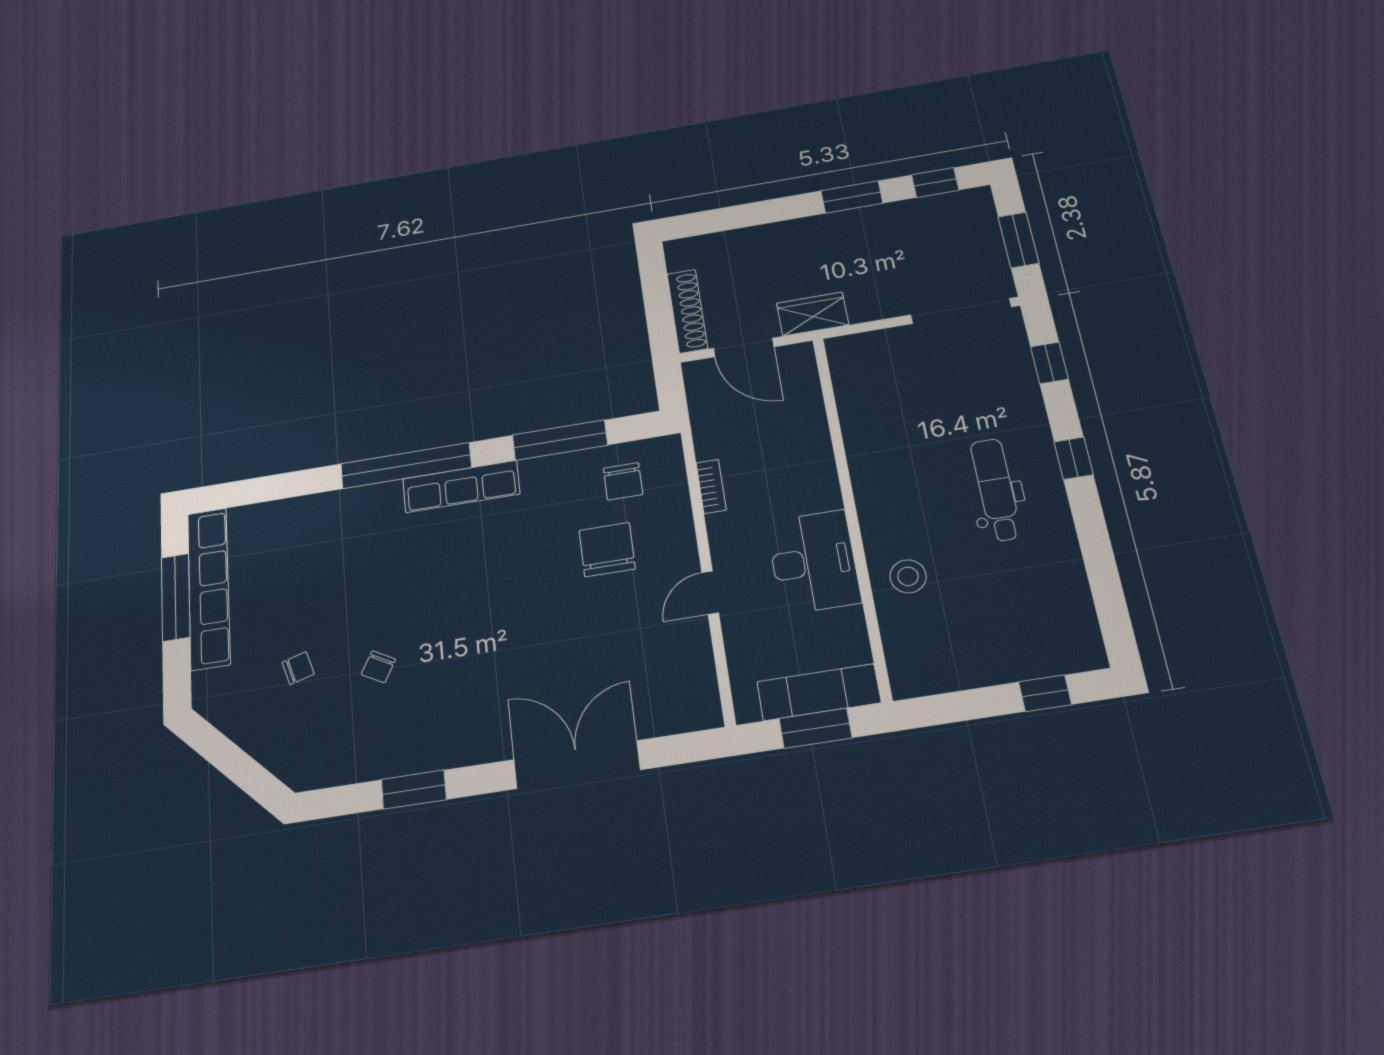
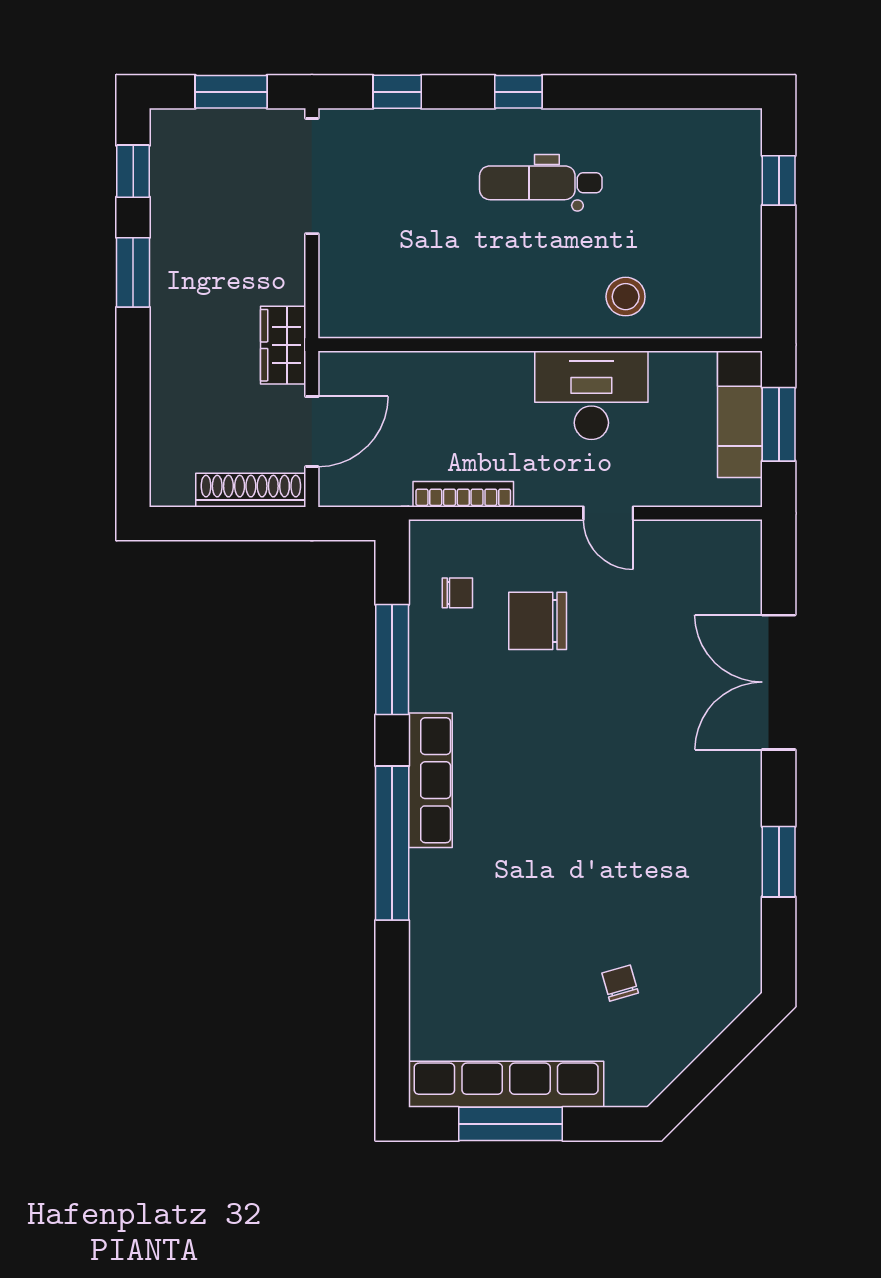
chair: (623, 481) -> (457, 593), width x0.73, depth x0.73
bookcase: (711, 486) -> (463, 494), width x1.56
chair: (378, 667) -> (633, 892), removed

